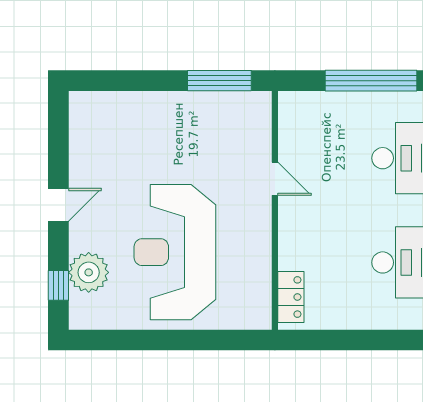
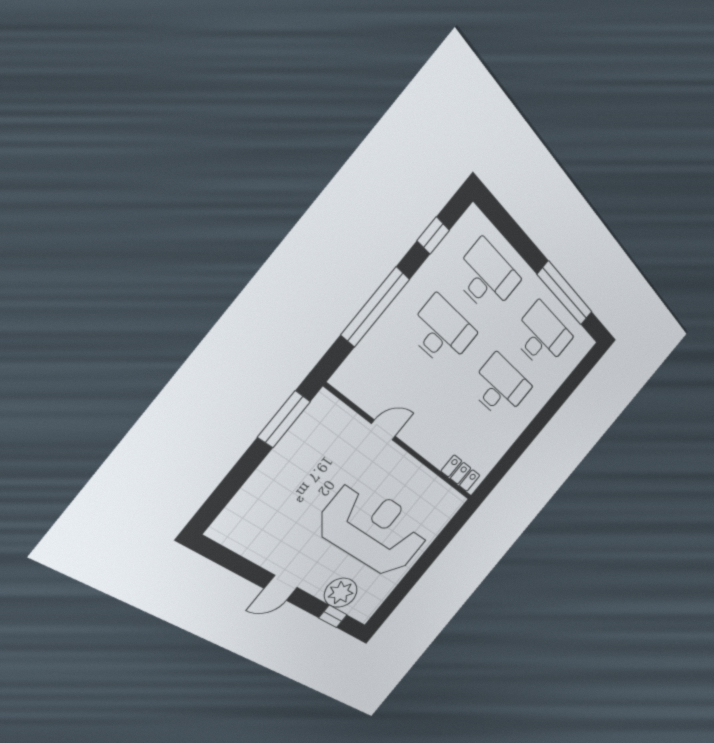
door: (58, 205) -> (281, 588), swing flipped
reception desk: (175, 252) -> (374, 529), turned 180

